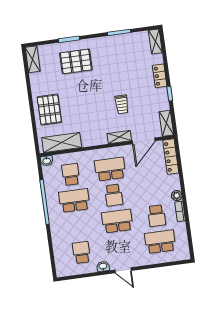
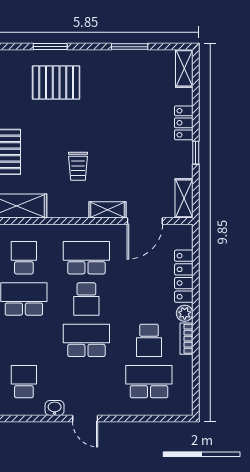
trolley: (122, 104) -> (78, 166), moved
locker: (171, 157) -> (184, 276), moved

